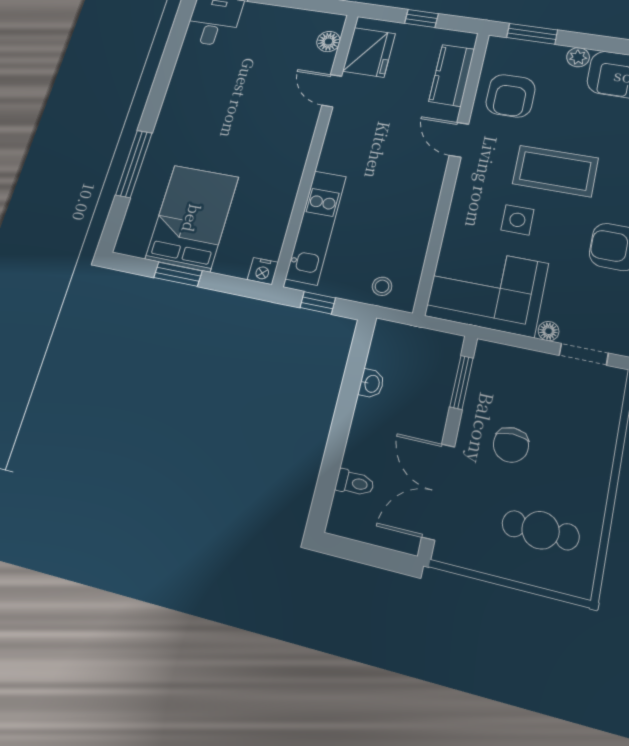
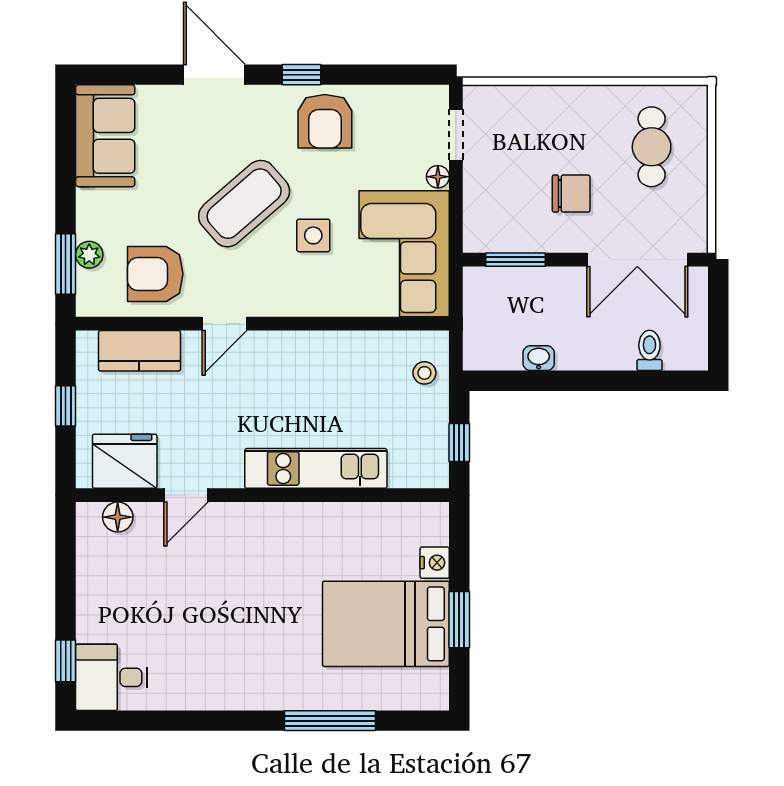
plant: (578, 57) -> (89, 255), moved
armchair: (510, 96) -> (155, 274), turned 180
coffee table: (555, 171) -> (244, 204), turned 49
kitchen unit: (316, 227) -> (316, 468), moved
nightstand: (263, 271) -> (435, 563), moved

